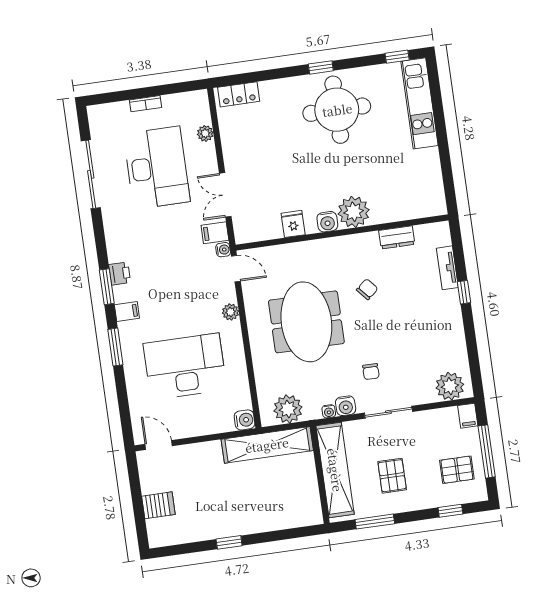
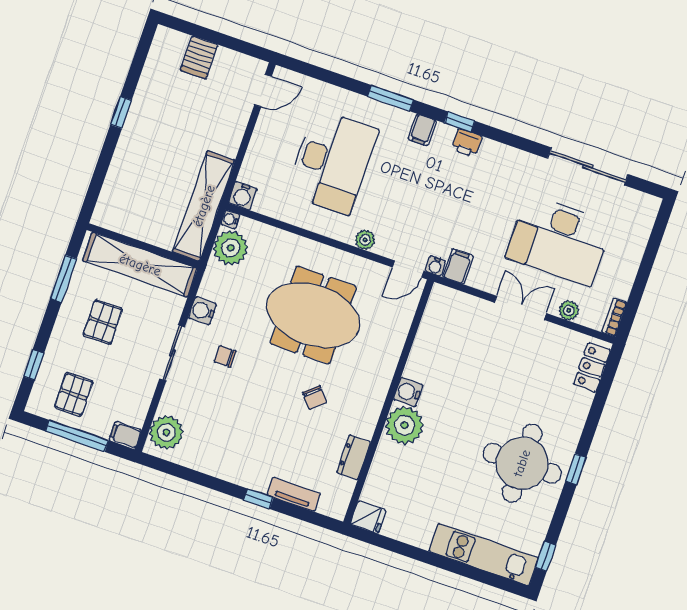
bookcase: (145, 104) -> (614, 317), moved
double door: (225, 195) -> (520, 308), moved
fridge: (293, 224) -> (368, 517), moved
window: (107, 287) -> (460, 122), width x0.67
water cooler: (329, 411) -> (230, 219), moved
pallet: (392, 476) -> (103, 322), turned 90

